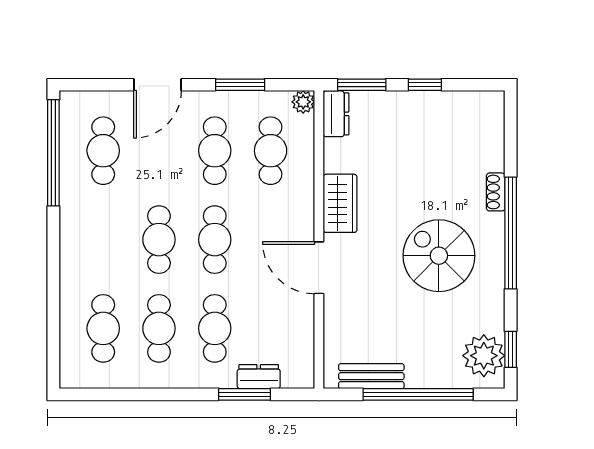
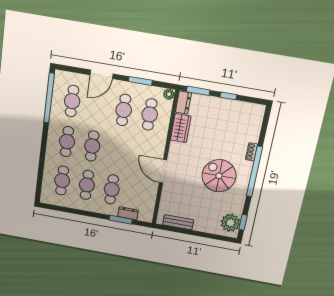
wardrobe: (340, 203) -> (181, 128), moved
cafe table: (215, 240) -> (67, 142), moved
window: (418, 394) -> (198, 234), removed

